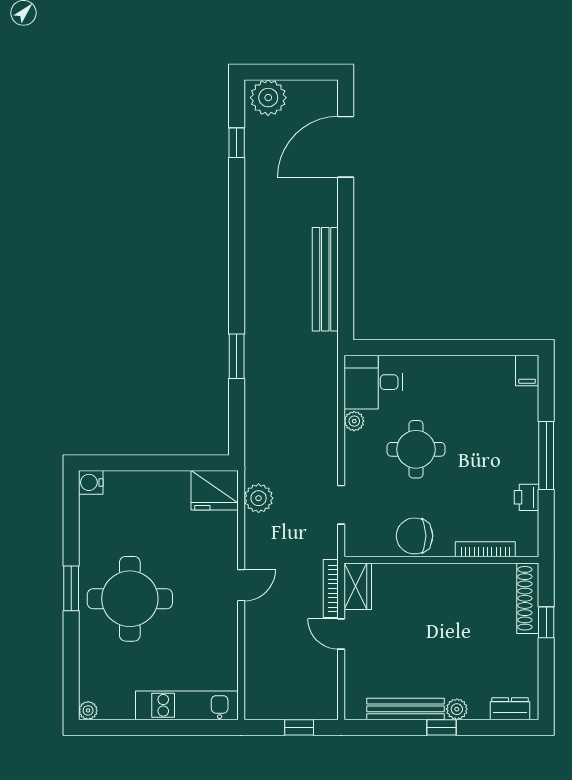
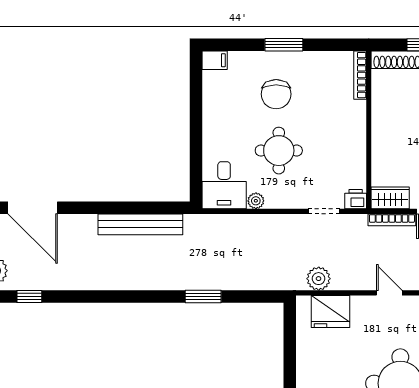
window: (546, 455) -> (284, 45), width x0.69
fridge: (215, 490) -> (331, 311), moved, turned 90
printer: (527, 497) -> (356, 199), moved, turned 180
chair: (415, 536) -> (276, 94), moved
bookcase: (485, 549) -> (360, 75), moved

